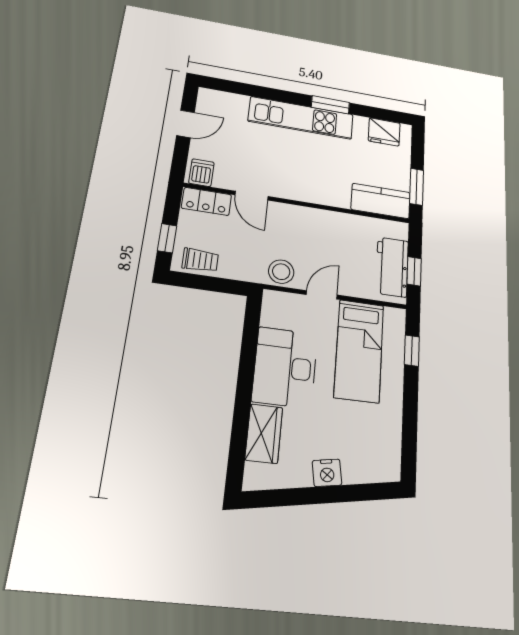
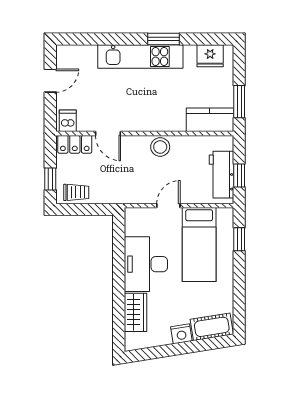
stool: (281, 272) -> (160, 147), moved
cot: (371, 467) -> (212, 327), added

